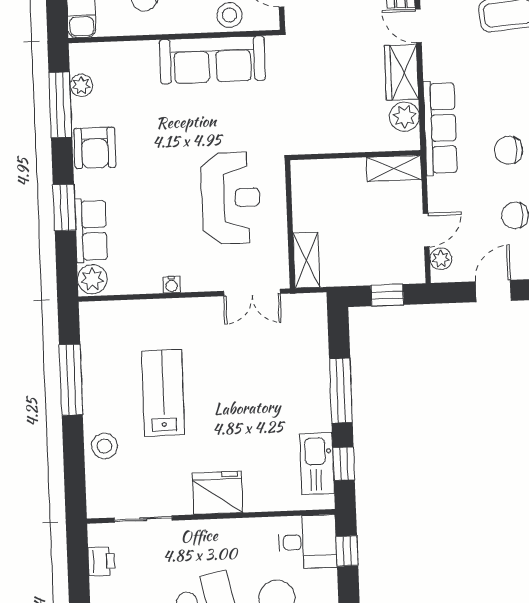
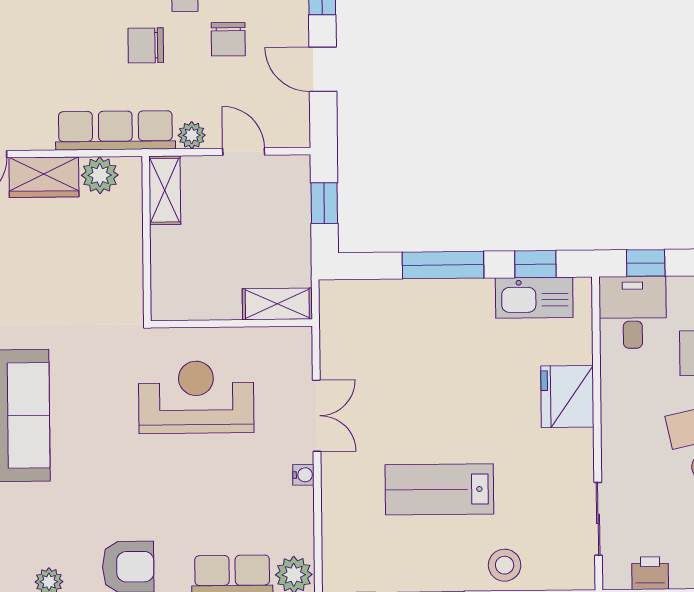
chair: (508, 150) -> (146, 45), turned 90
plant: (441, 259) -> (192, 135), moved
double door: (252, 292) -> (317, 416), moved
fridge: (217, 493) -> (567, 396), moved

